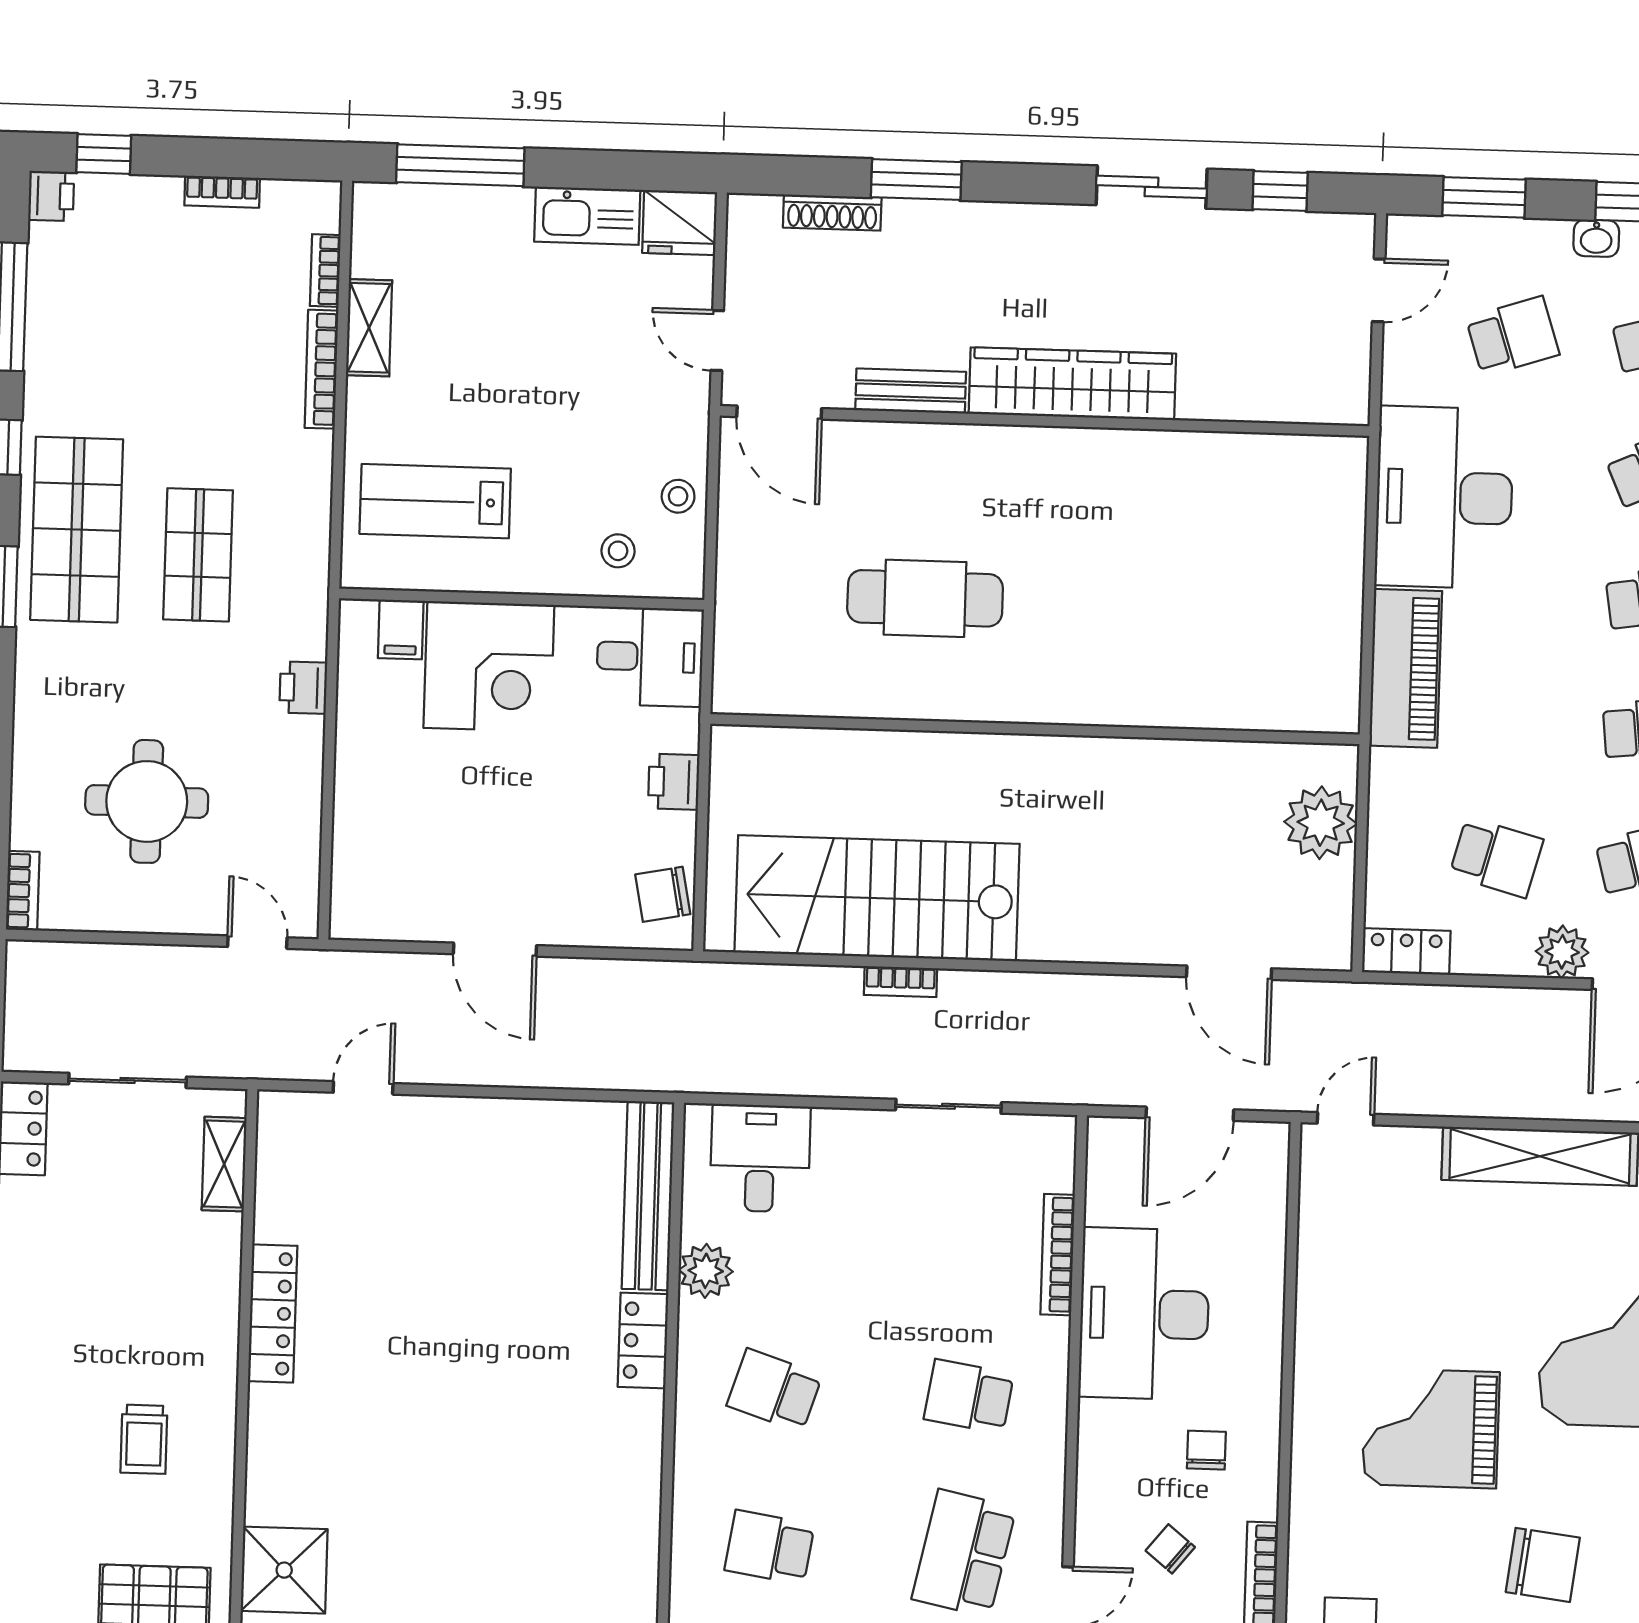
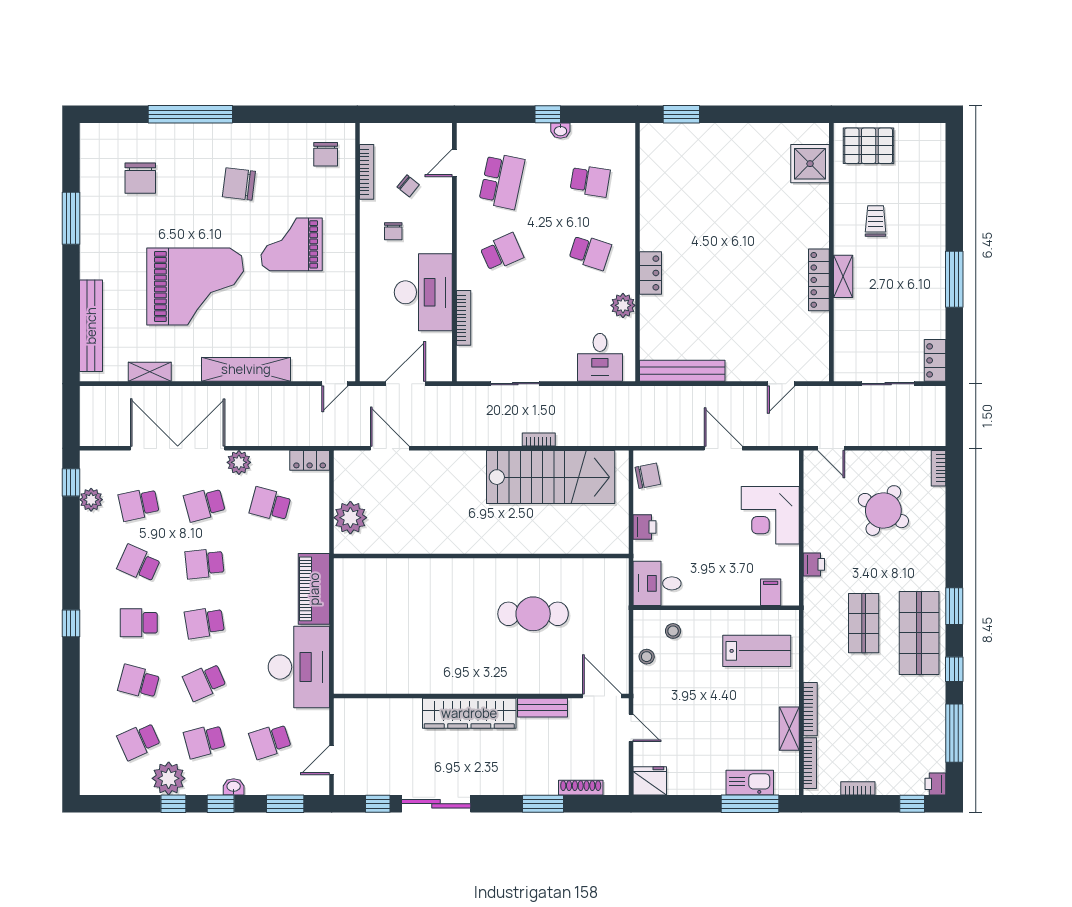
sliding door: (1152, 187) -> (436, 804), width x1.37
kitchen sink: (587, 216) -> (750, 783), moved
bookcase: (325, 270) -> (810, 763), width x1.56
corner desk: (489, 666) -> (770, 515), moved, turned -90
round table: (147, 801) -> (883, 511), turned 30
shelving: (224, 1164) -> (843, 276), moved
bench: (648, 1196) -> (682, 371), moved, turned 90
school desk: (969, 1396) -> (502, 252), turned -33
grand piano: (1431, 1428) -> (292, 244), turned 180

